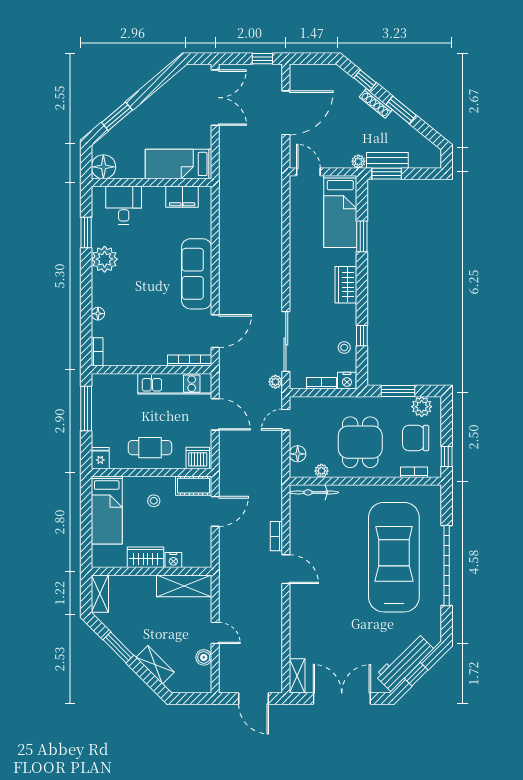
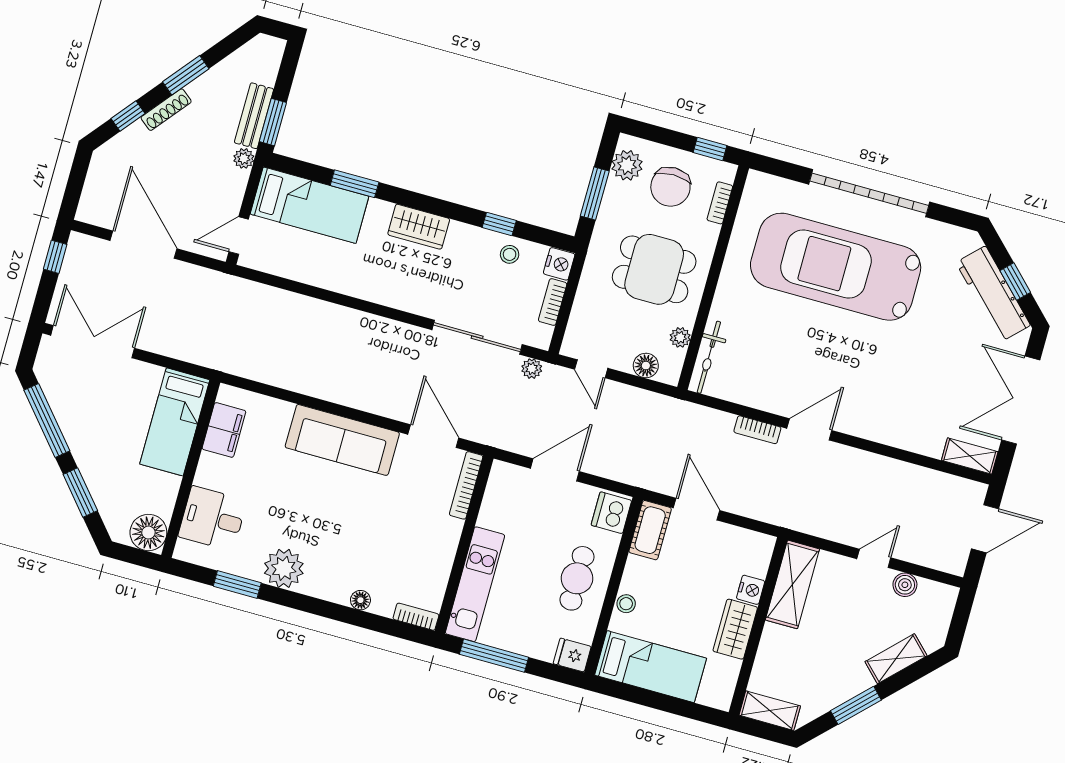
window: (157, 82) -> (47, 420), added
kitchen unit: (175, 384) -> (475, 584), moved
stool: (154, 501) -> (626, 604), moved

